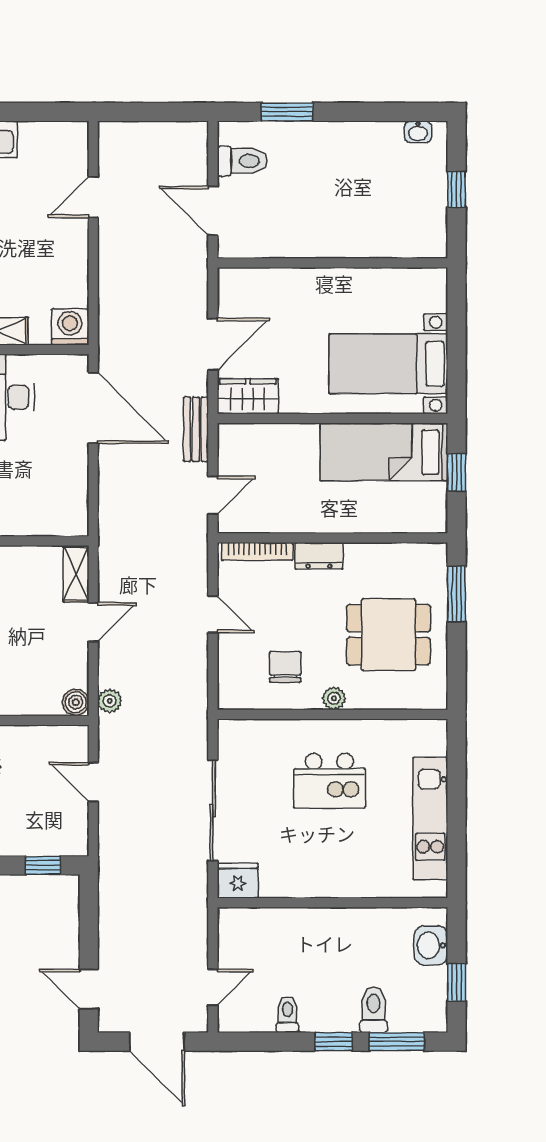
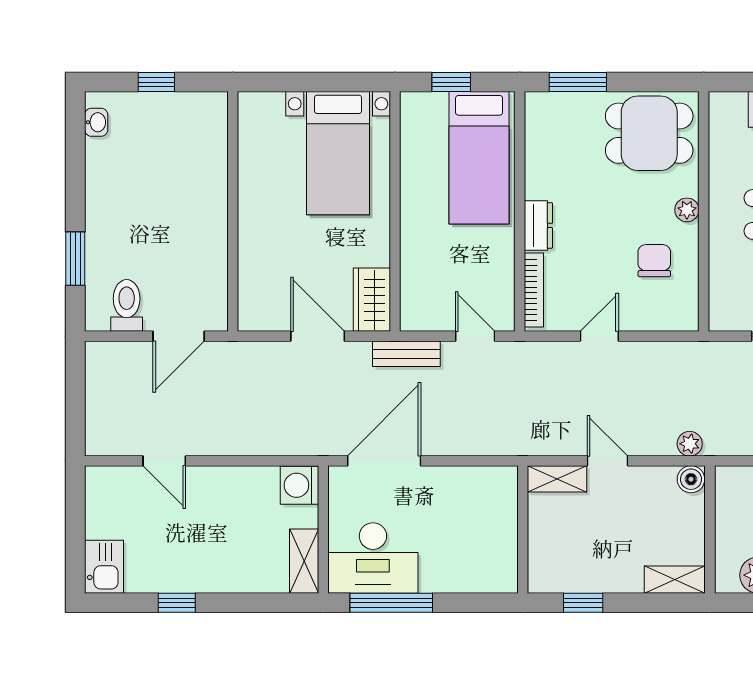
bed: (384, 452) -> (479, 158), moved
dining table: (388, 635) -> (649, 133), moved, turned 90
chair: (285, 667) -> (654, 261), turned 90

